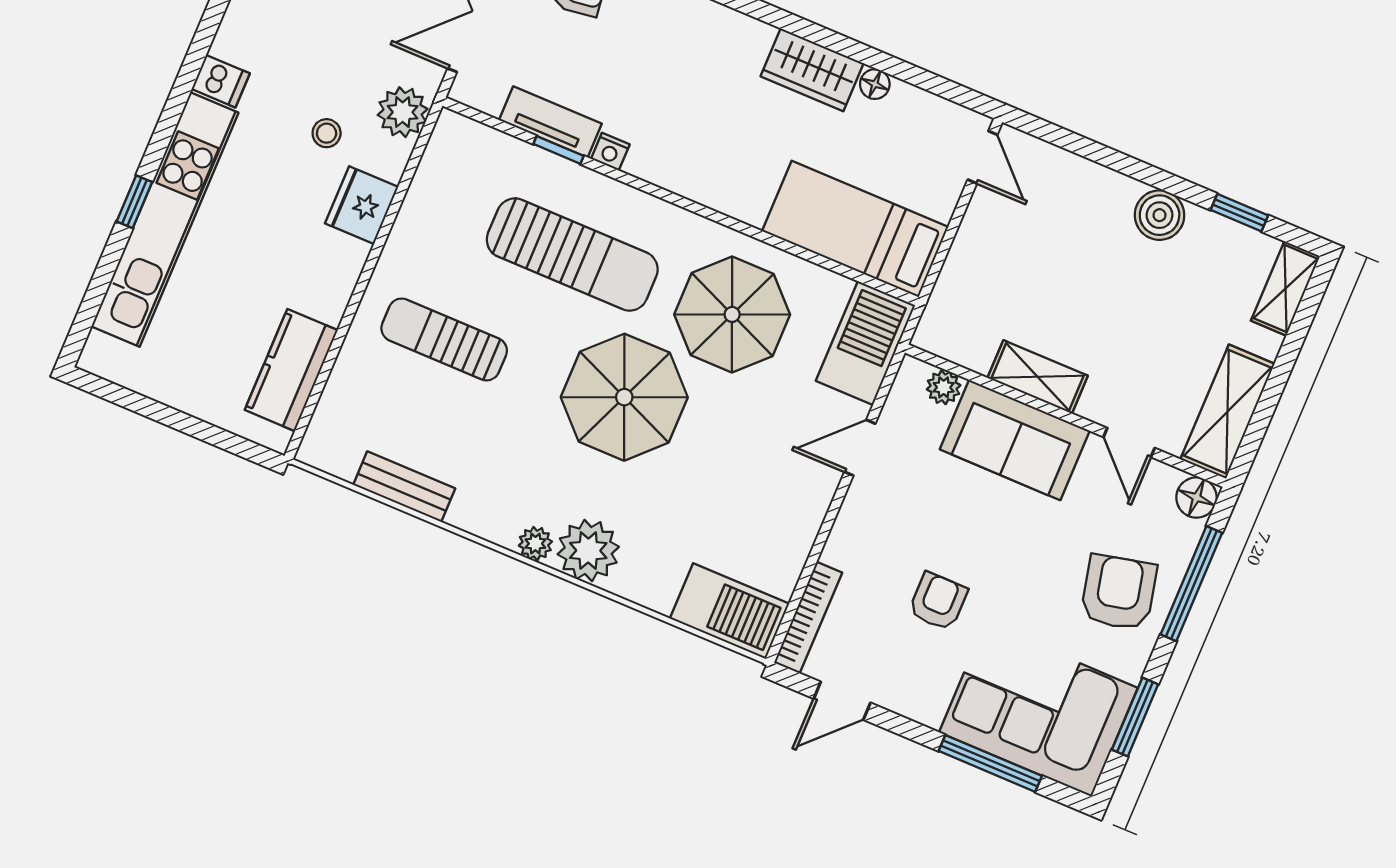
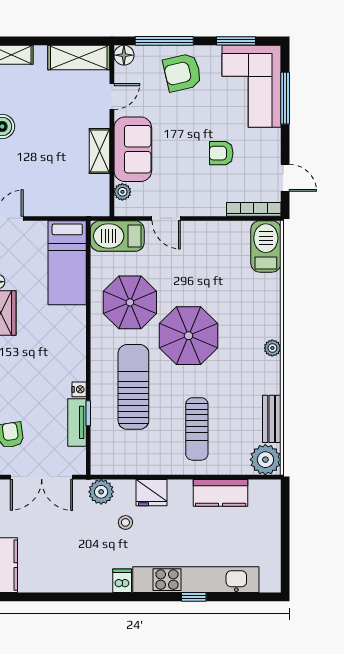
kitchen counter: (291, 370) -> (221, 493), moved
plant: (588, 551) -> (265, 460), moved

